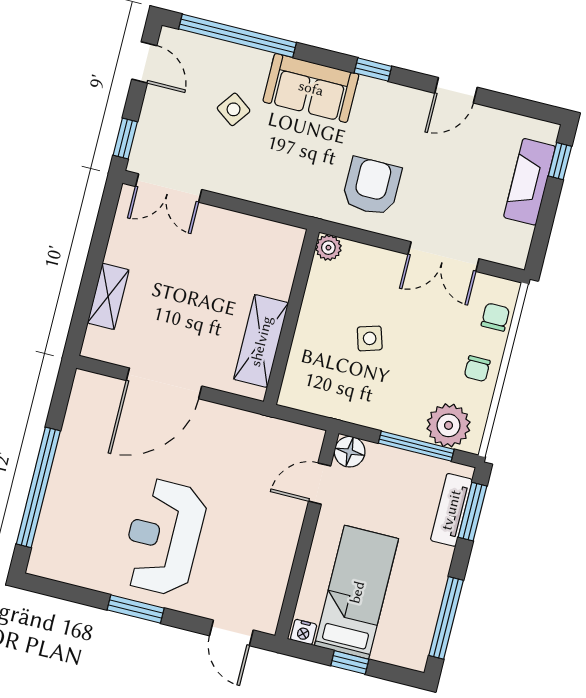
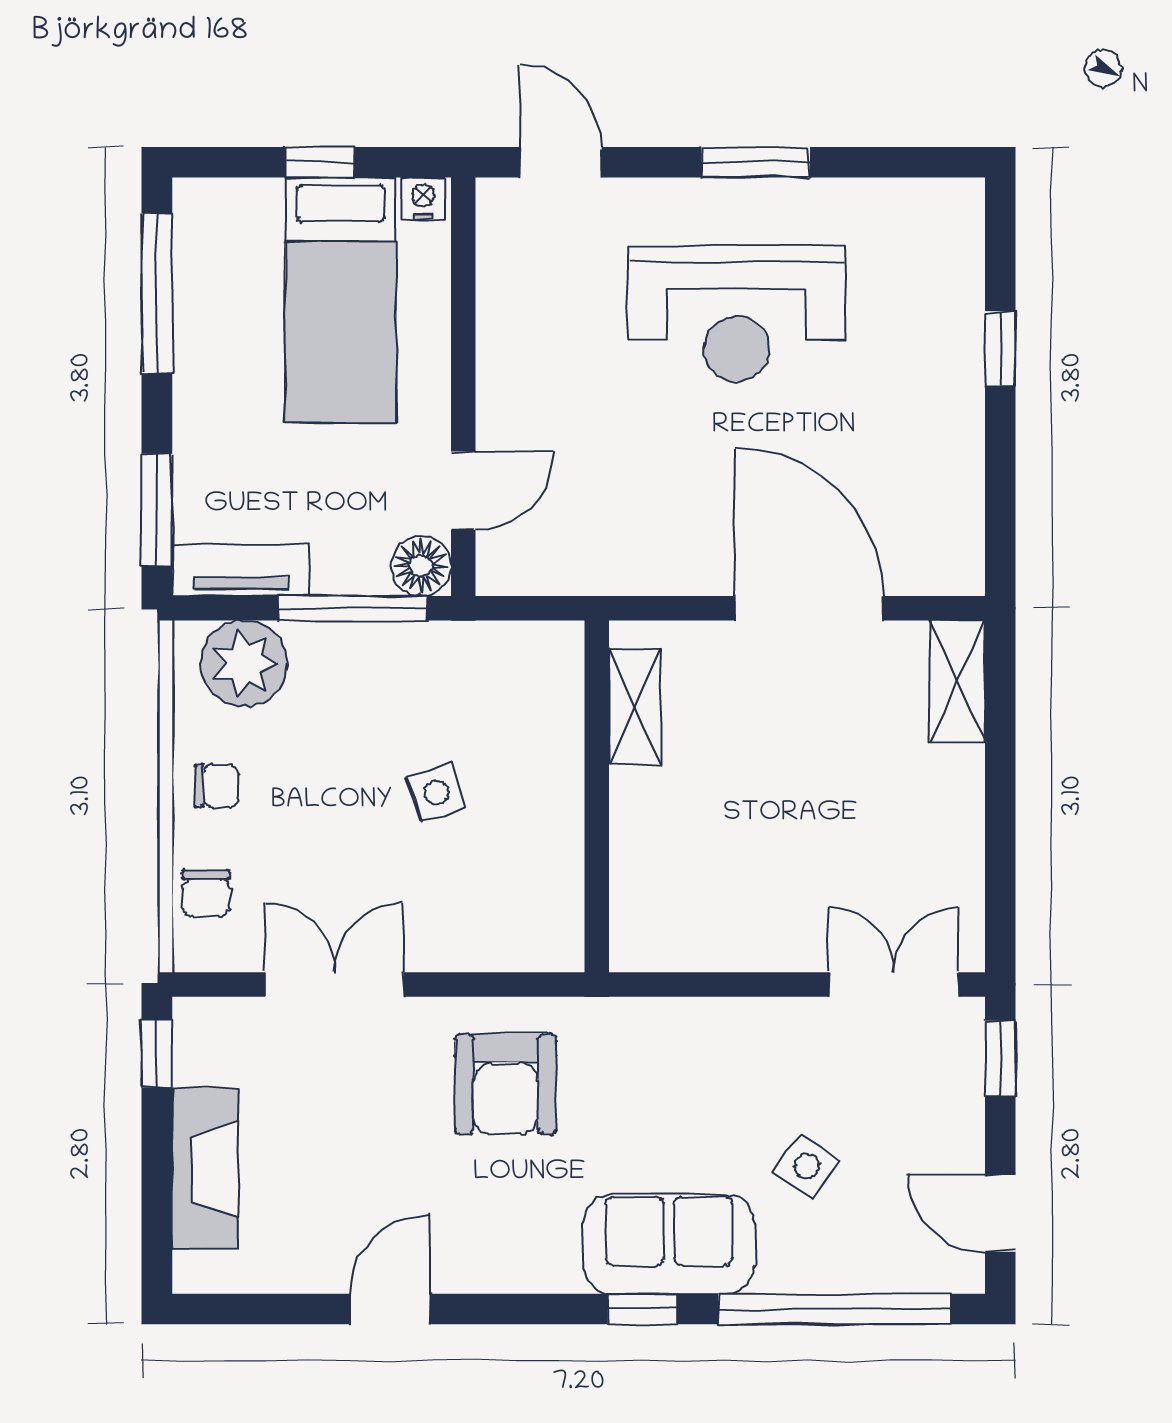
window: (373, 70) -> (642, 1309), moved
window: (560, 161) -> (157, 1053), moved
plant: (328, 248) -> (559, 947), removed
shelving: (108, 296) -> (958, 682), moved
shelving: (261, 341) -> (635, 707), width x0.67, depth x0.75
chair: (477, 369) -> (216, 786), turned 90
door: (164, 383) -> (809, 608), hinge flipped
window: (416, 446) -> (353, 608), moved
window: (38, 487) -> (1000, 349), width x0.32
tv unit: (451, 510) -> (241, 570), moved, turned -90
reception desk: (164, 537) -> (737, 313), turned 90

